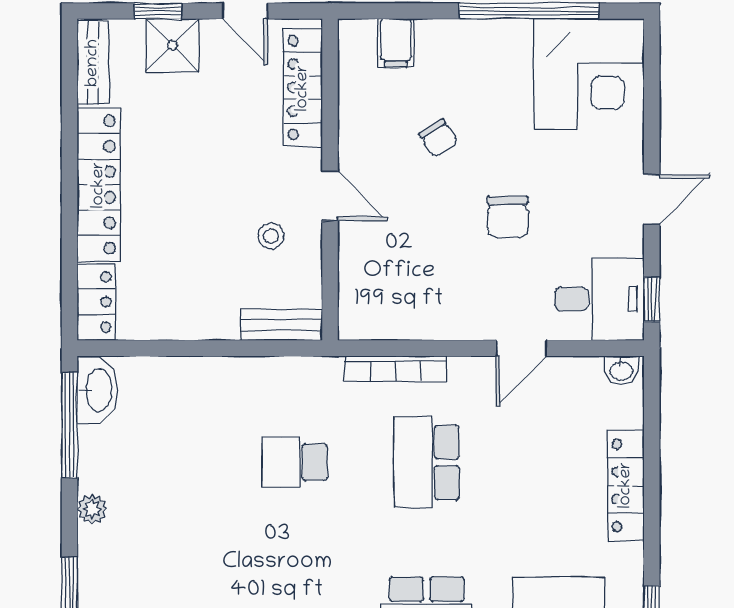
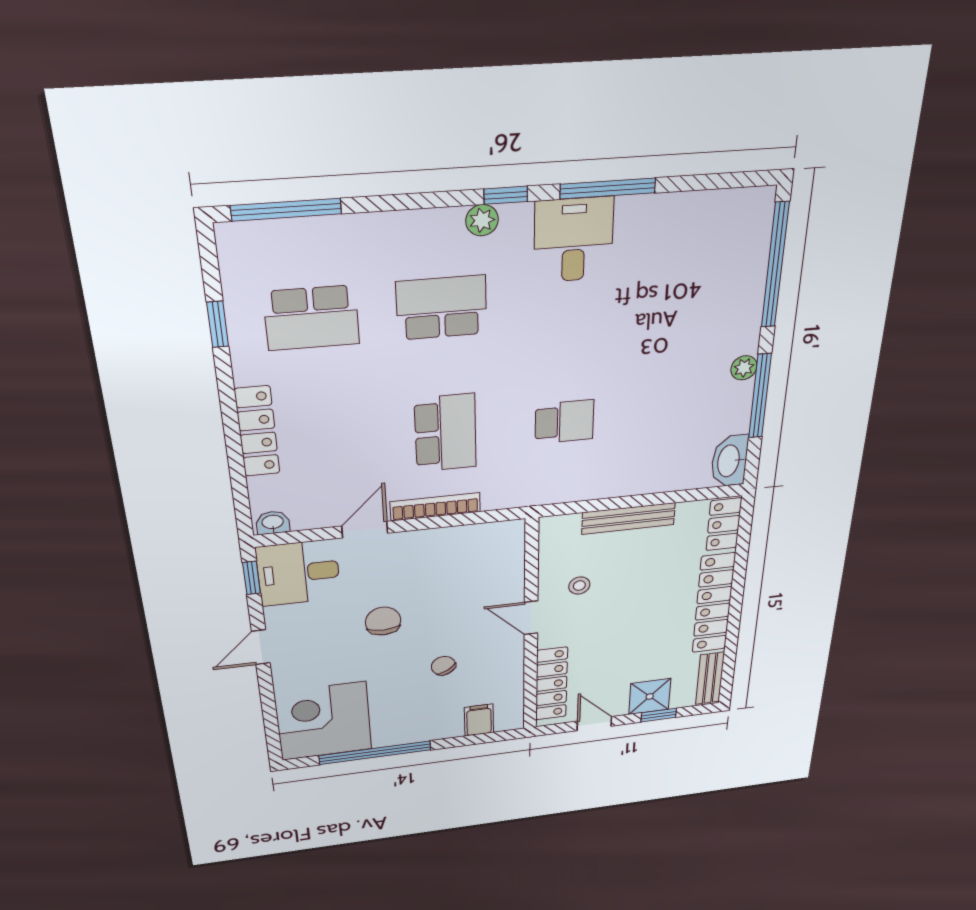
bench: (282, 325) -> (628, 518), moved, width x1.36
bookcase: (396, 369) -> (435, 507), moved
window: (69, 425) -> (760, 396), moved

